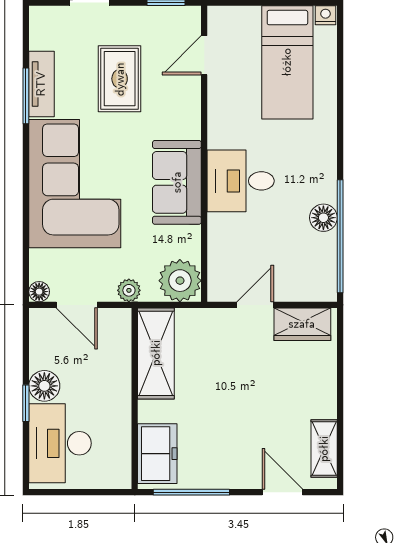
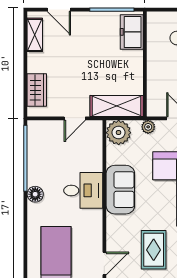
floor lamp: (323, 218) -> (35, 194), moved
wardrobe: (302, 324) -> (37, 90), moved, turned 90
shelving: (156, 353) -> (117, 106), moved, turned 90

